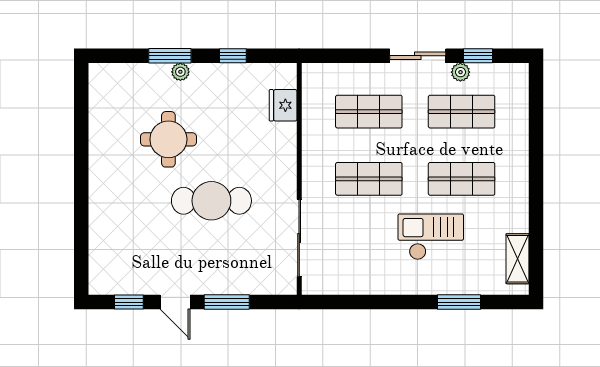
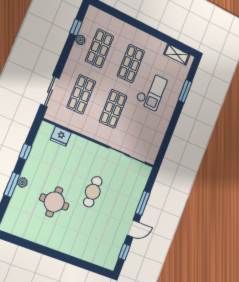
sliding door: (418, 56) -> (50, 91), moved
cafe table: (211, 201) -> (93, 192), width x0.73, depth x0.74
checkout: (431, 237) -> (151, 91), turned 180

